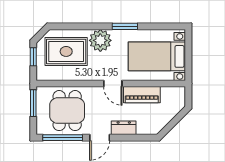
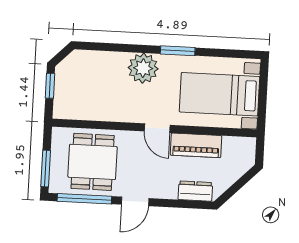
rug: (66, 51) -> (95, 81), removed
window: (33, 103) -> (46, 169), moved
dresser: (124, 128) -> (195, 191), moved

